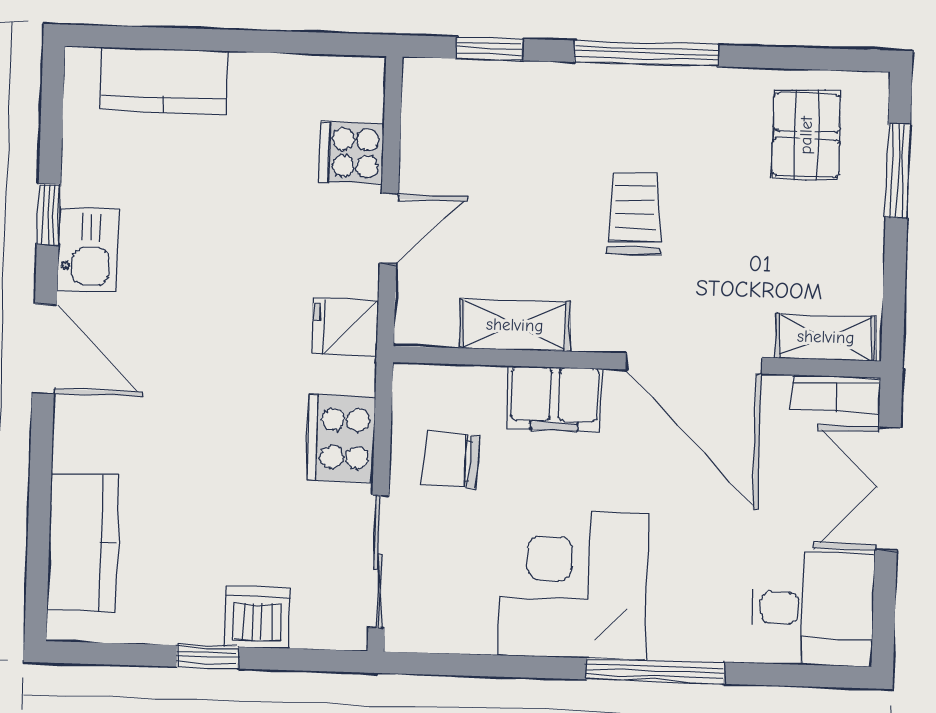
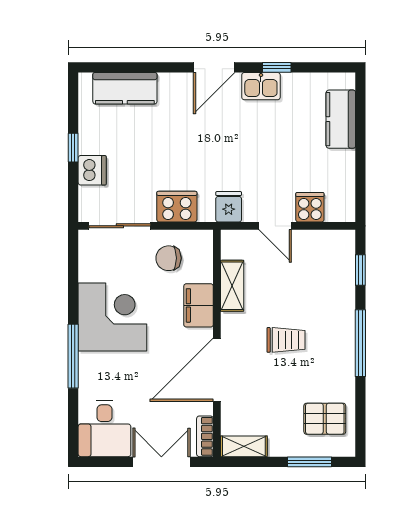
shelving: (826, 337) -> (244, 446), moved, turned 90
chair: (451, 460) -> (169, 258), turned -93

